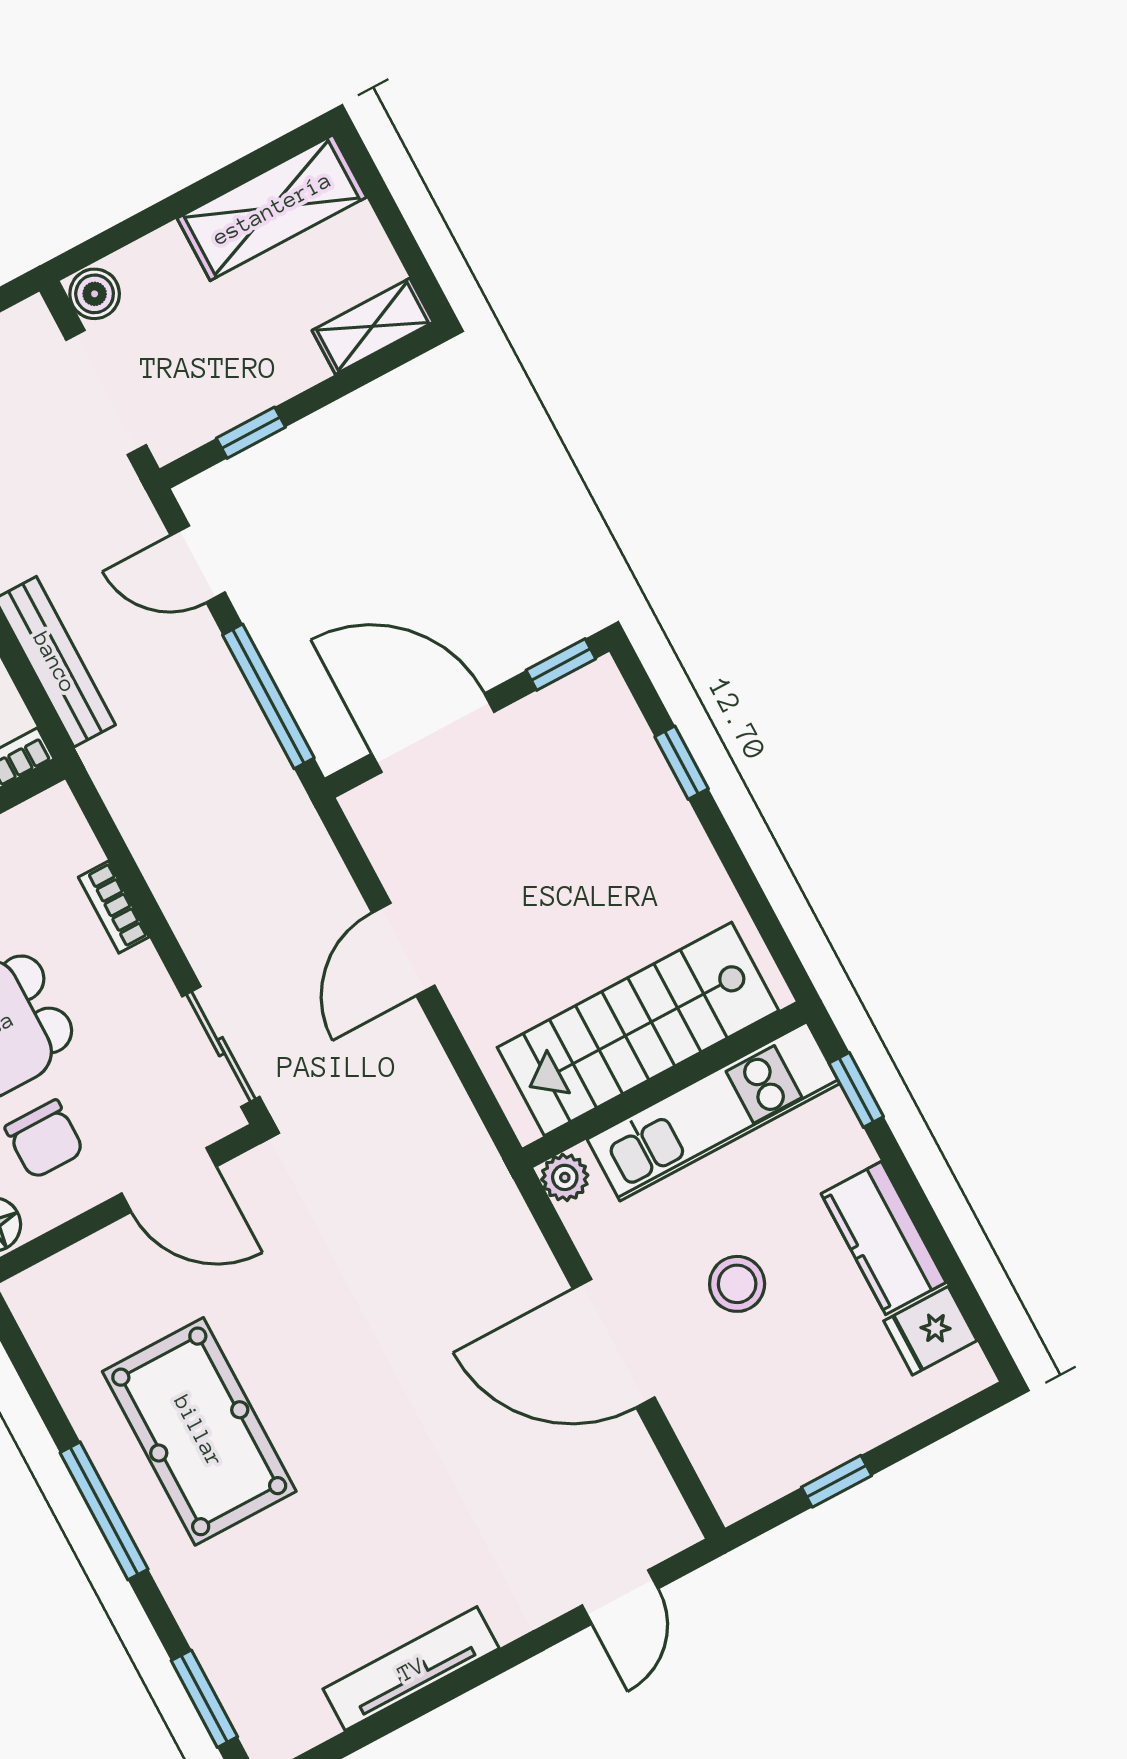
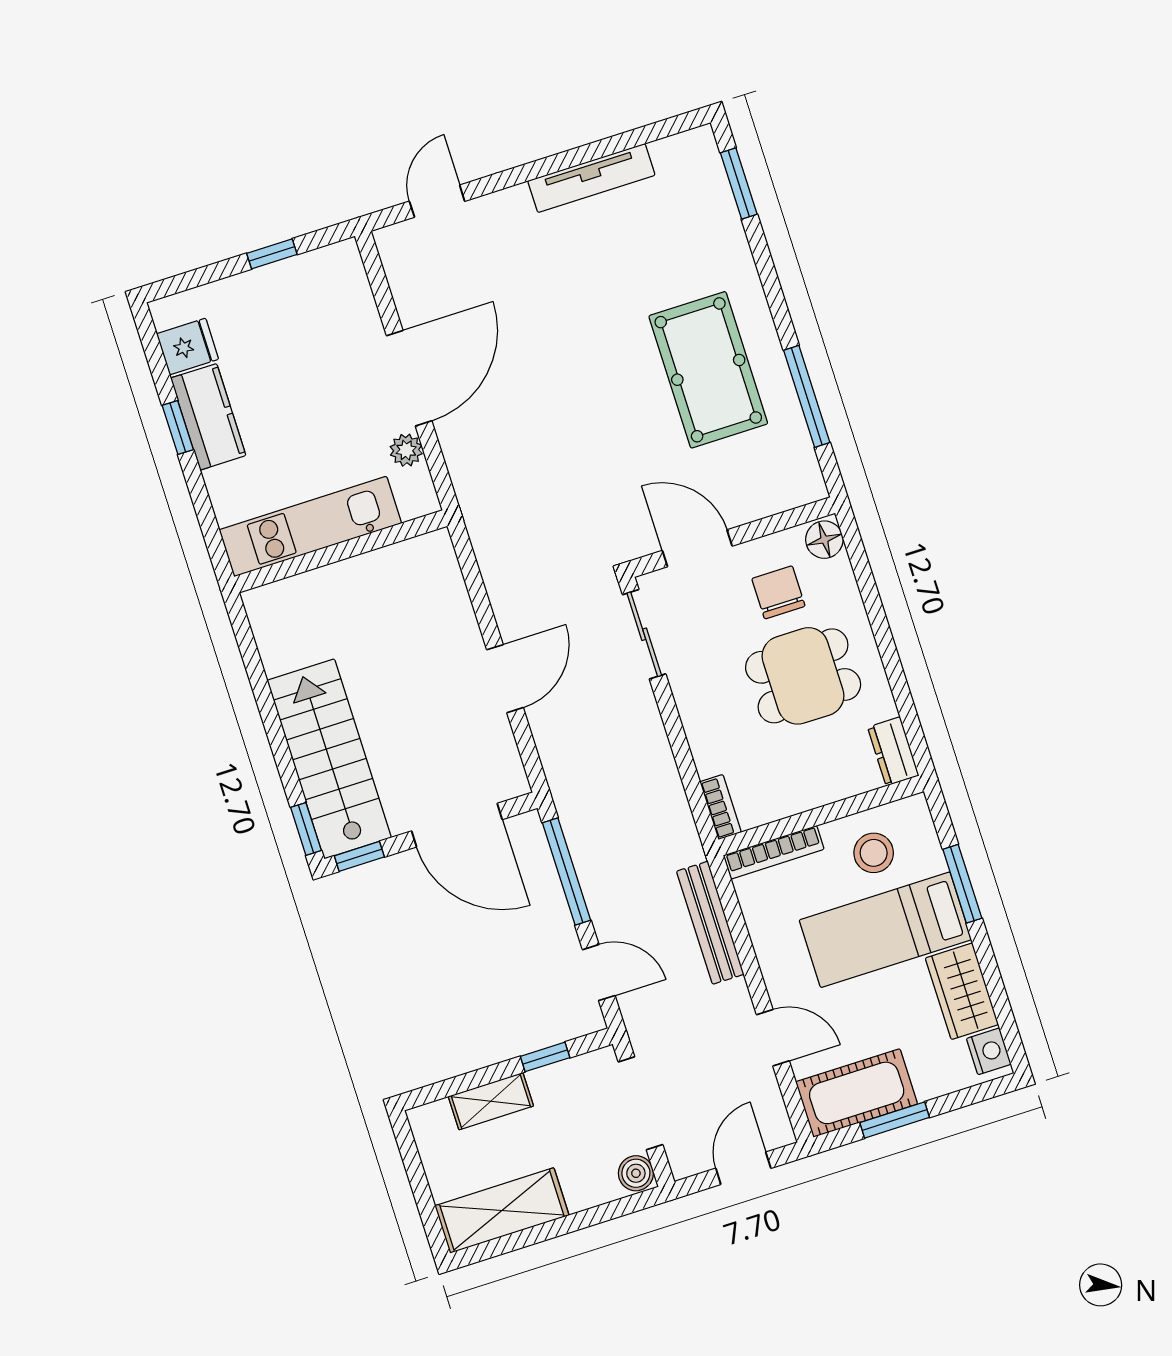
shelving: (373, 326) -> (491, 1101), moved
window: (682, 763) -> (306, 829), moved
bookcase: (114, 907) -> (721, 807), moved
stairs: (638, 1029) -> (329, 759), moved, turned -90
window: (856, 1090) -> (178, 427), moved
plant: (565, 1177) -> (406, 450), moved
stool: (737, 1284) -> (316, 404), removed
door: (614, 1343) -> (409, 378), hinge flipped
window: (104, 1511) -> (807, 396), moved

